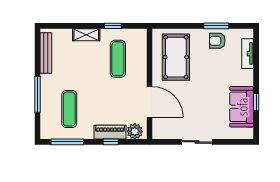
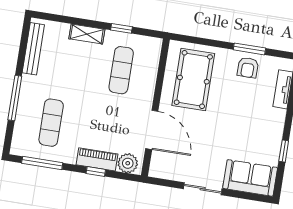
armchair: (217, 41) -> (248, 68), turned -90
sofa: (242, 107) -> (250, 178), moved, turned 90

